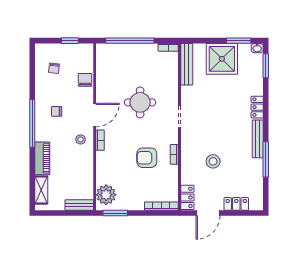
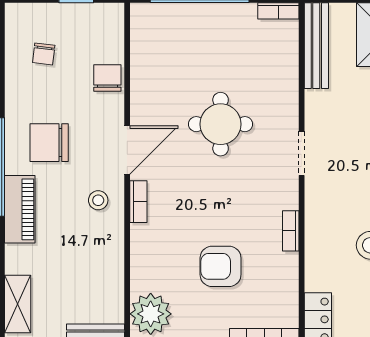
chair: (57, 111) -> (49, 143), width x1.87, depth x1.87
piano: (42, 158) -> (20, 209), moved
armchair: (147, 158) -> (221, 266), moved

